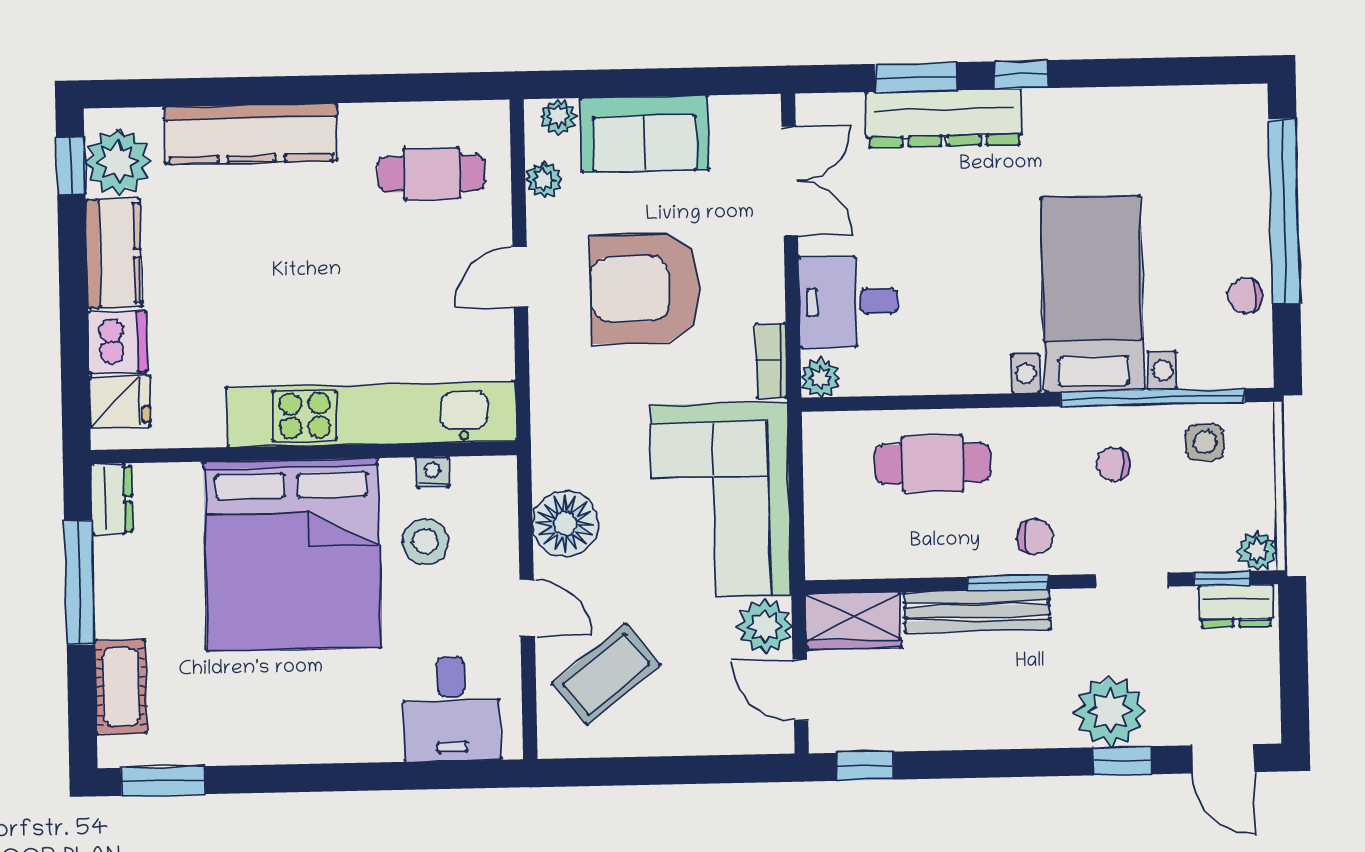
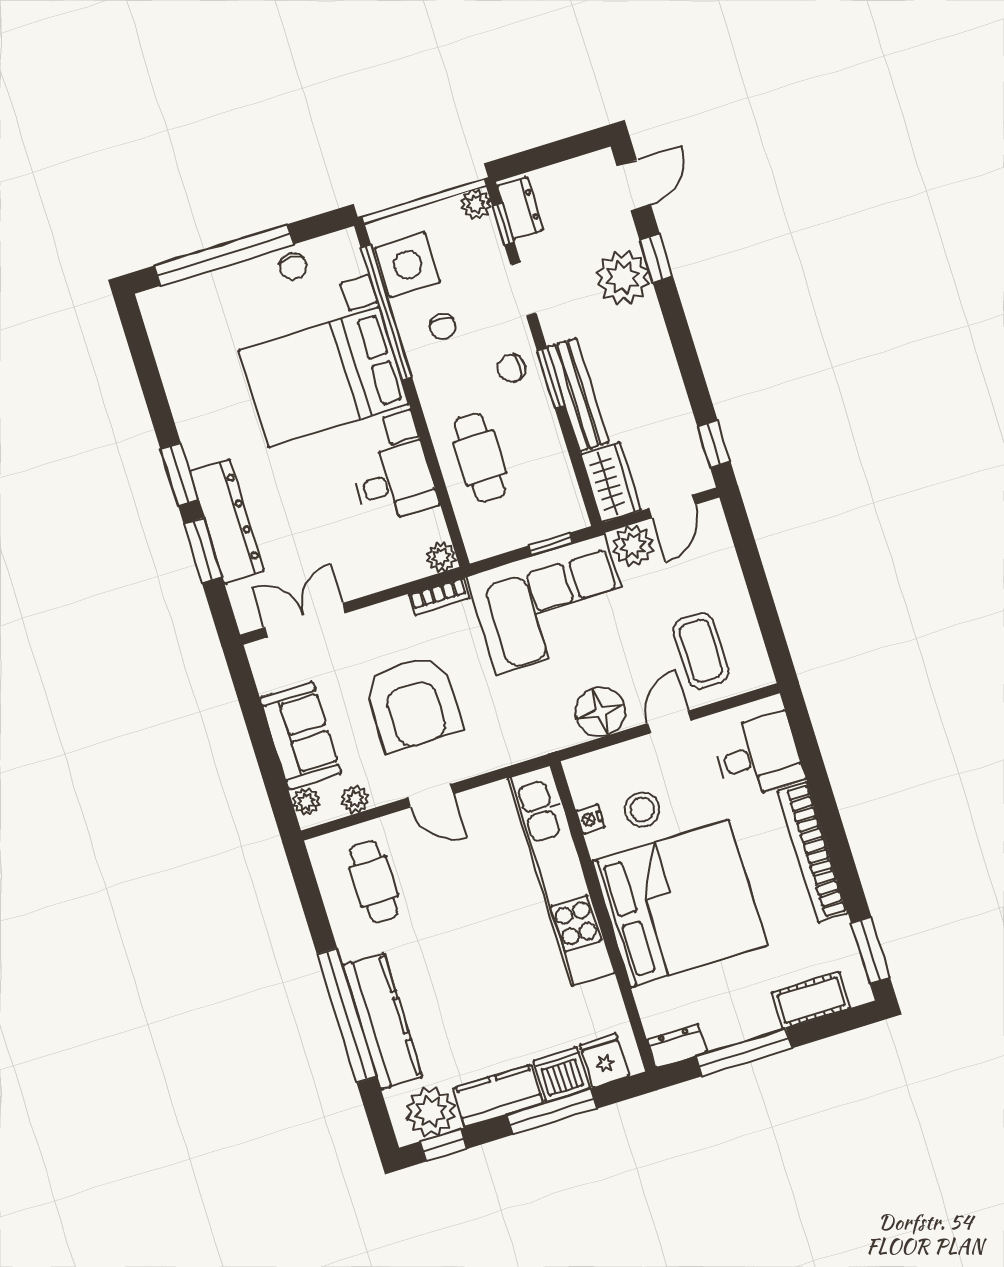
window: (1021, 75) -> (180, 475), width x1.50
window: (271, 90) -> (347, 1015), added
bed with nightstands: (1092, 294) -> (324, 377), width x1.36
desk: (848, 302) -> (395, 483), moved, turned -90
window: (74, 316) -> (552, 1112), added
side table: (1205, 442) -> (408, 265), width x1.87, depth x1.87
window: (797, 522) -> (551, 544), added
chair: (1035, 536) -> (512, 368), turned -90
coffee table: (606, 674) -> (701, 651), turned 38
bookcase: (309, 743) -> (813, 852), added

